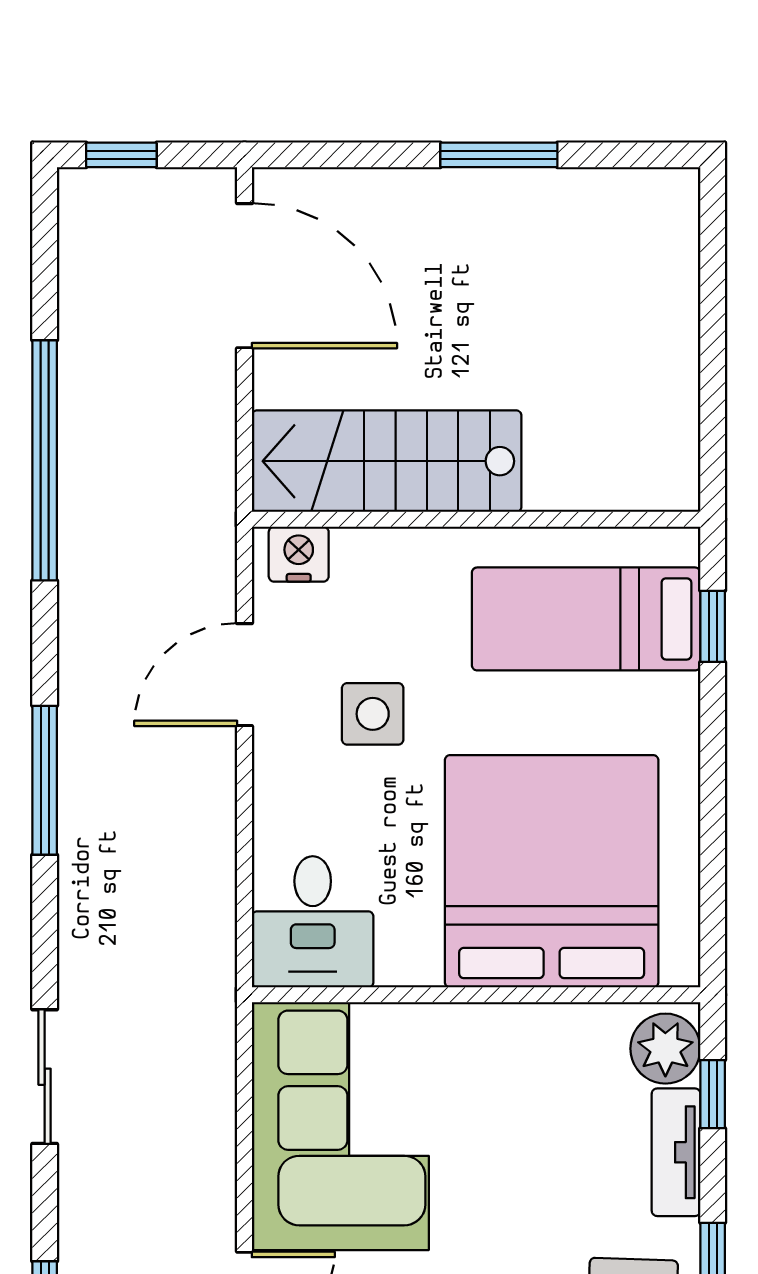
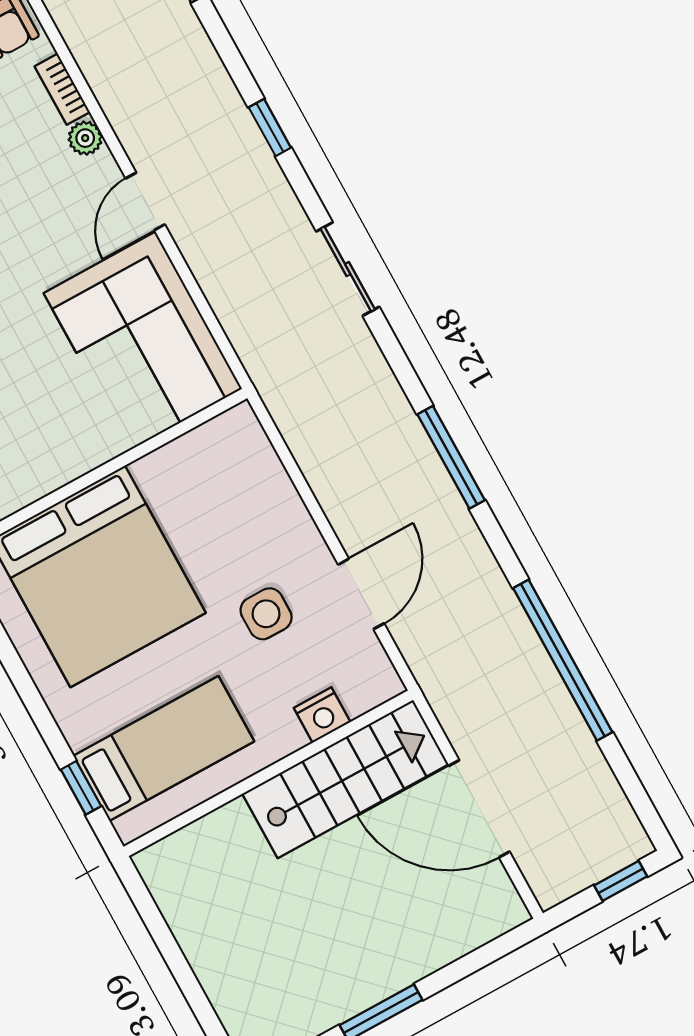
door: (245, 276) -> (479, 809), moved
nightstand: (299, 554) -> (322, 715), moved
desk: (313, 922) -> (232, 461), removed

